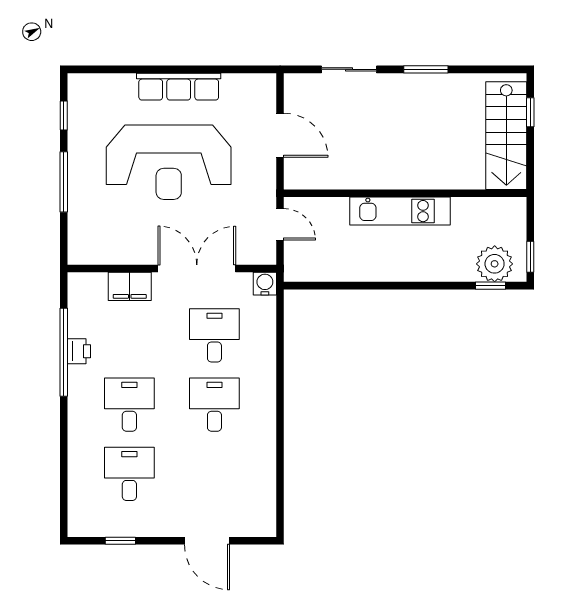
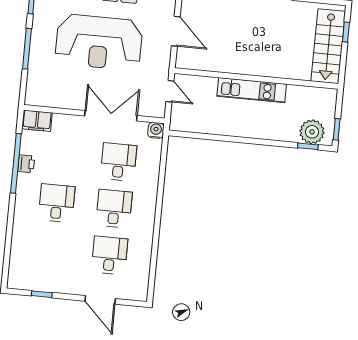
filing cabinet: (130, 286) -> (37, 121), moved
desk: (129, 474) -> (110, 255), moved

